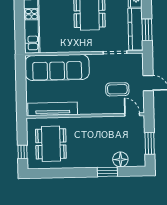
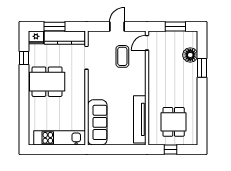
window: (147, 30) -> (54, 26), moved
sofa: (57, 68) -> (97, 122), width x0.74, depth x0.79
dining table: (51, 144) -> (174, 122), width x0.73
window: (23, 152) -> (171, 150), moved

